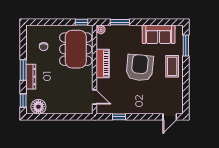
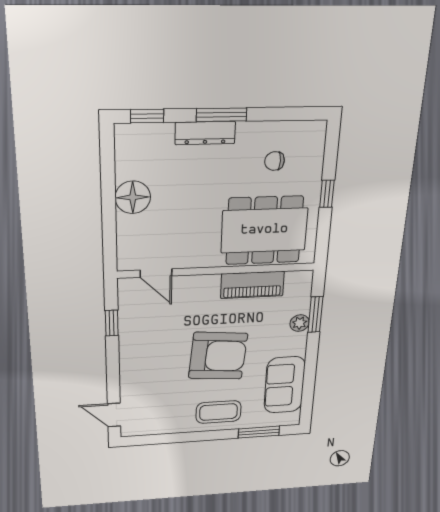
window: (82, 22) -> (327, 194), moved
plant: (101, 30) -> (300, 323), moved
piano: (103, 64) -> (252, 285), moved
door: (95, 97) -> (156, 273), hinge flipped
floor lamp: (38, 107) -> (133, 197), moved

